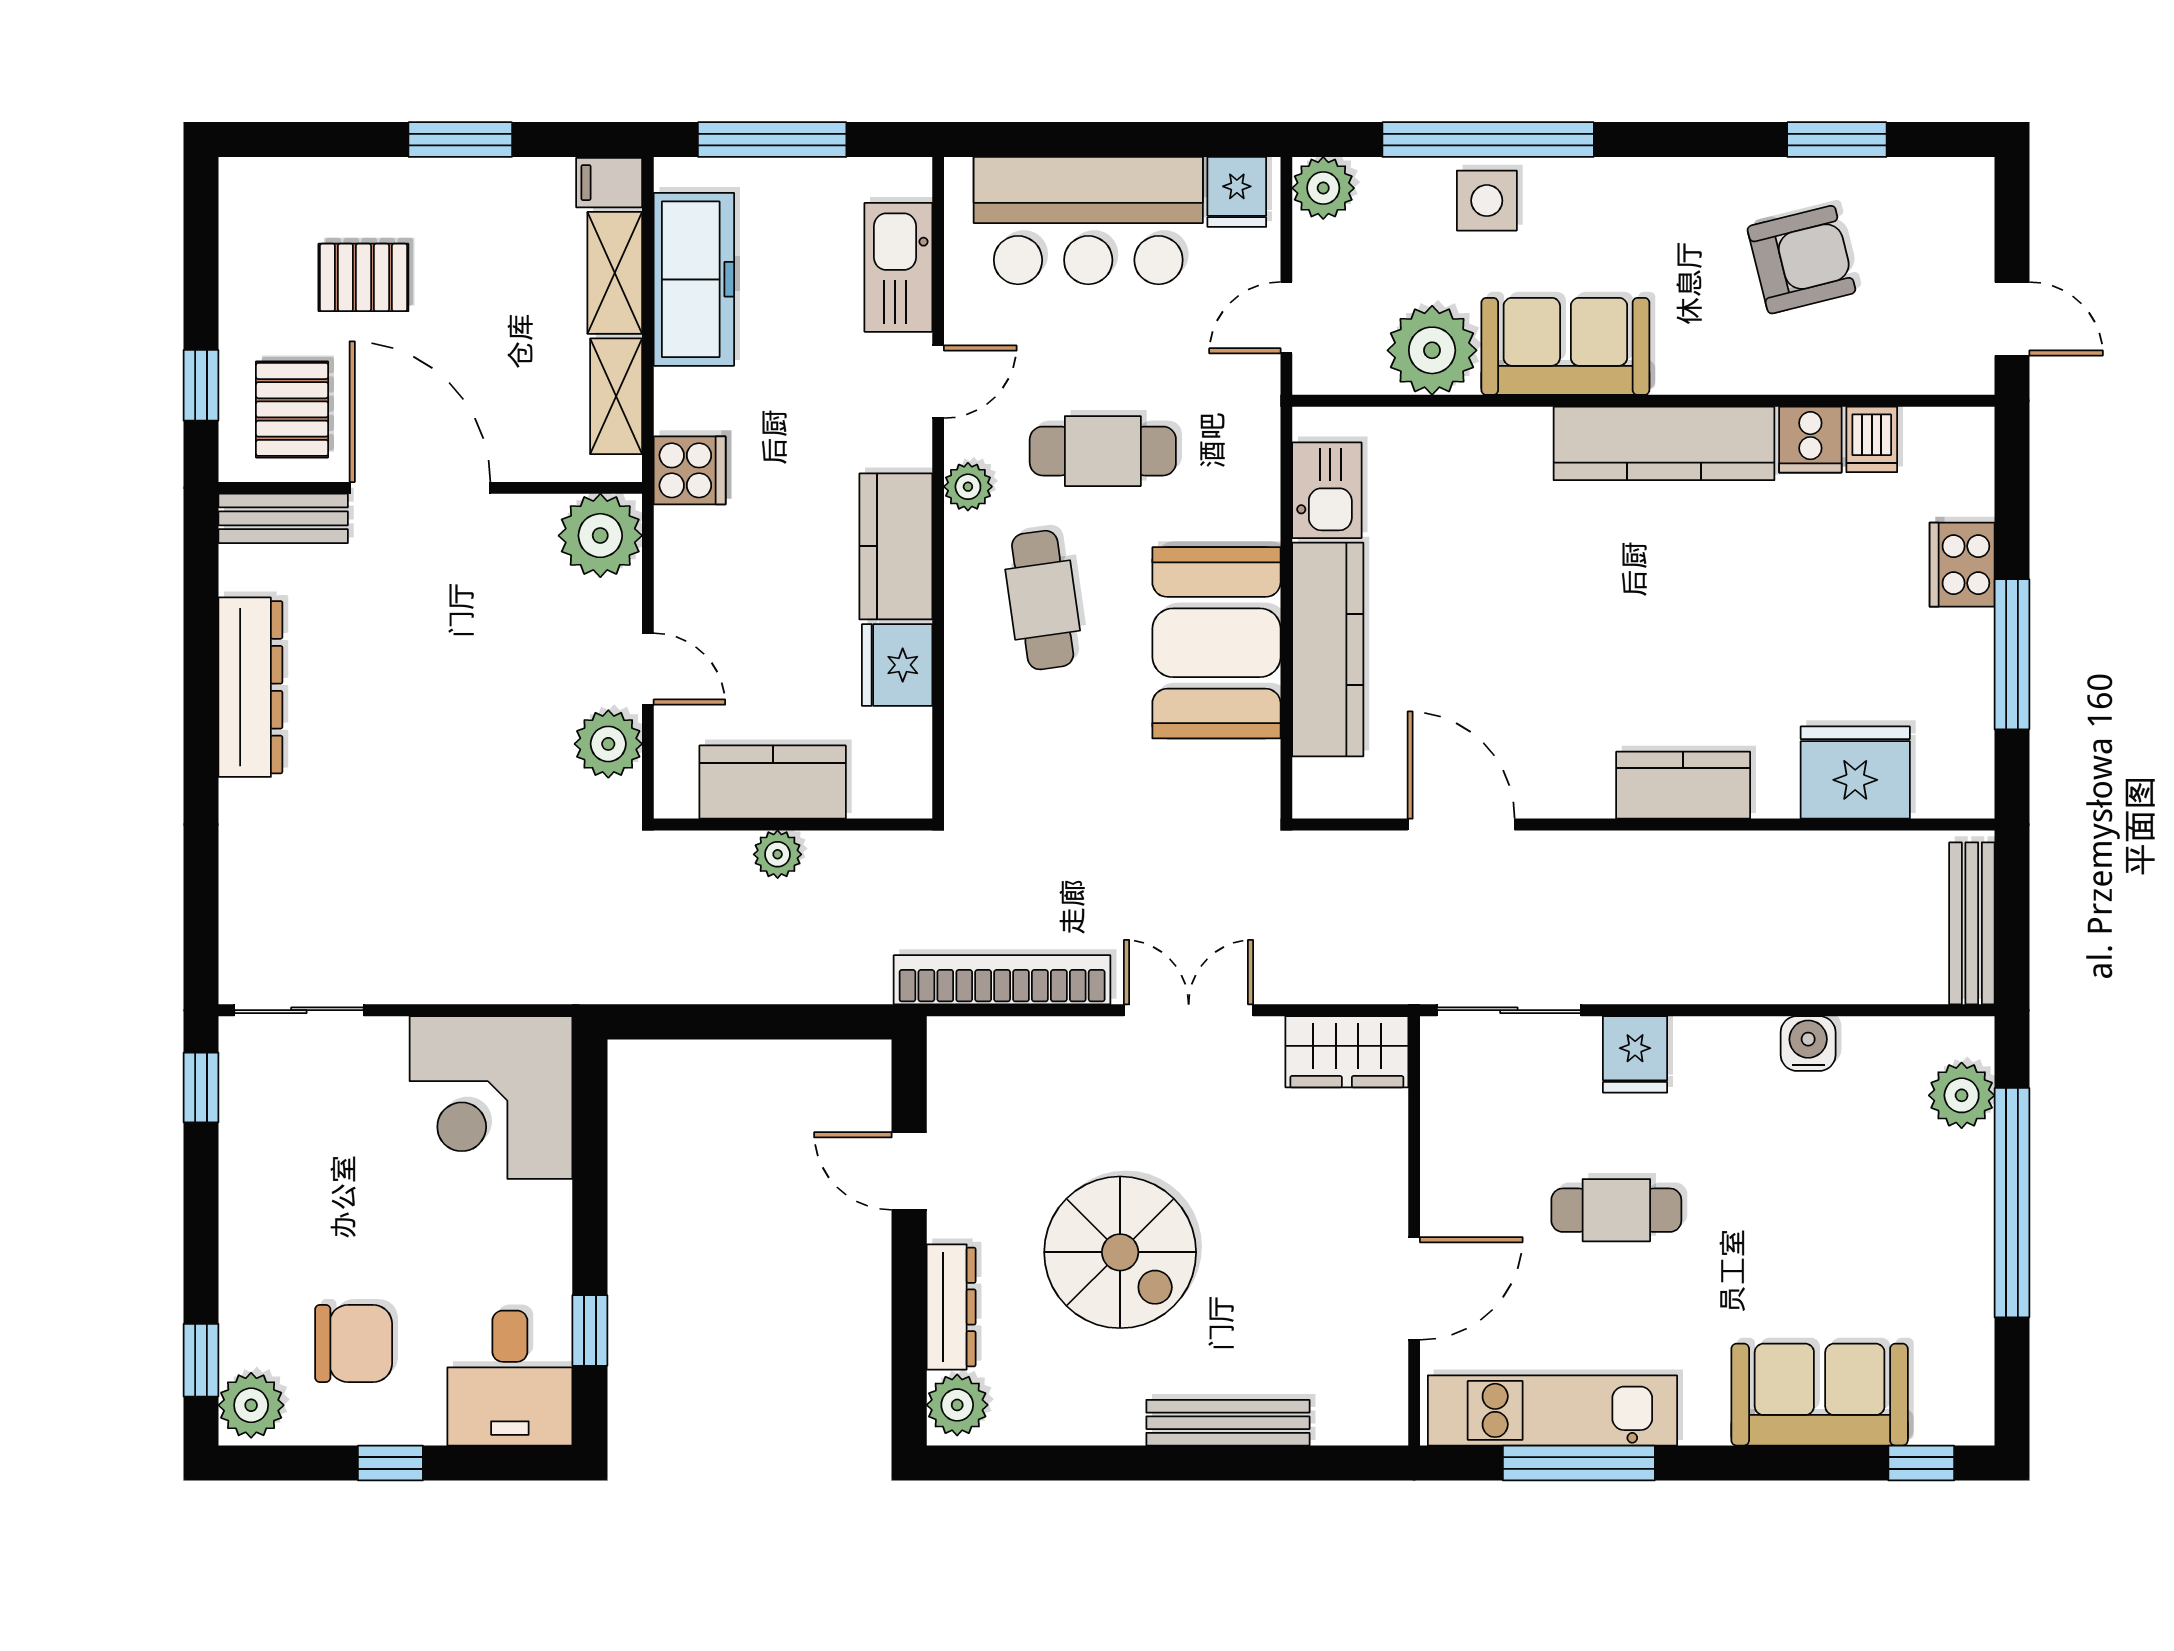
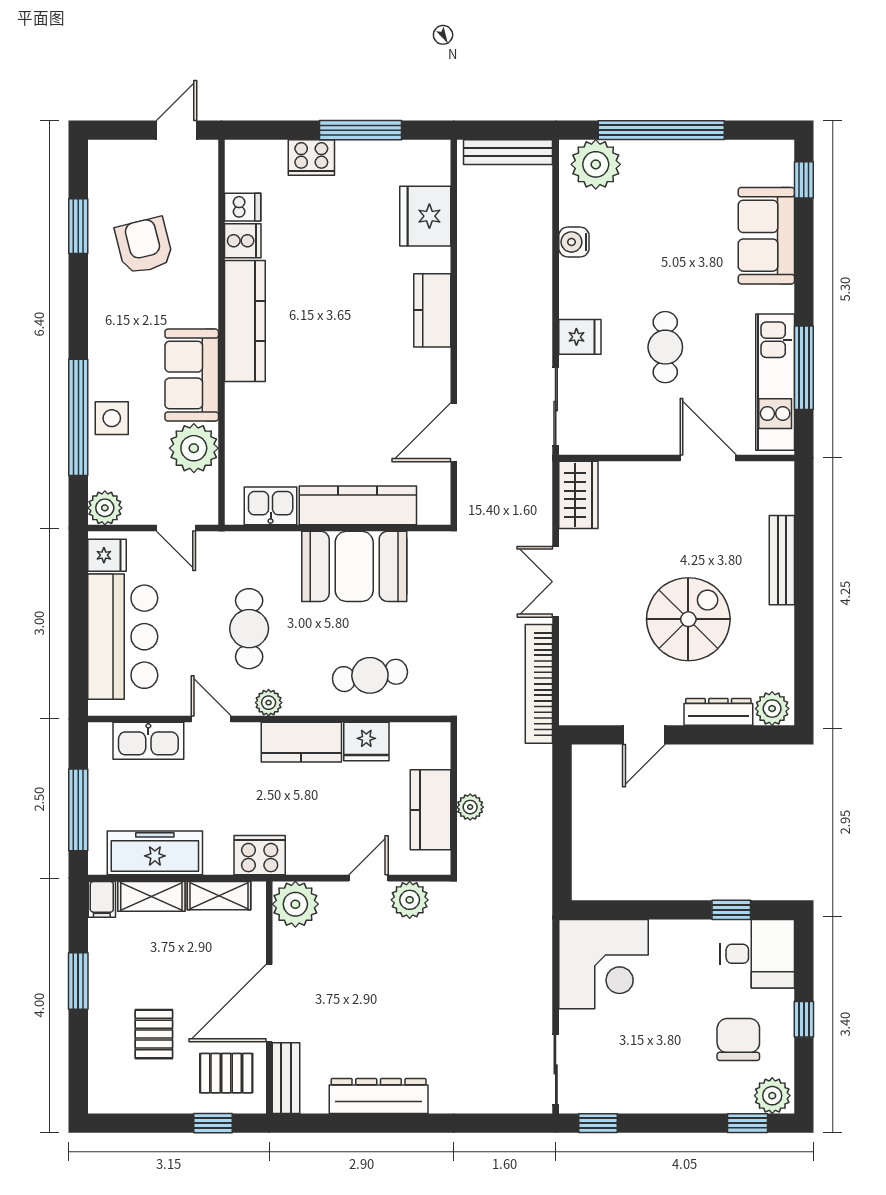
cooker: (690, 470) -> (260, 855), width x1.36
cafe table: (1043, 600) -> (370, 675), moved
plant: (1962, 1095) -> (596, 164), width x1.36, depth x1.36

